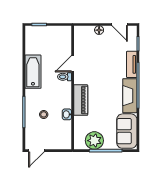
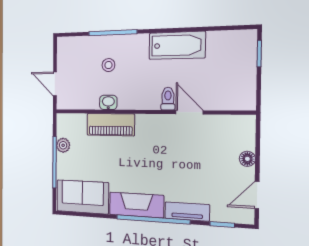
piano: (81, 100) -> (111, 125), moved
plant: (94, 141) -> (63, 145), width x0.53, depth x0.53
door: (36, 151) -> (55, 84), moved

